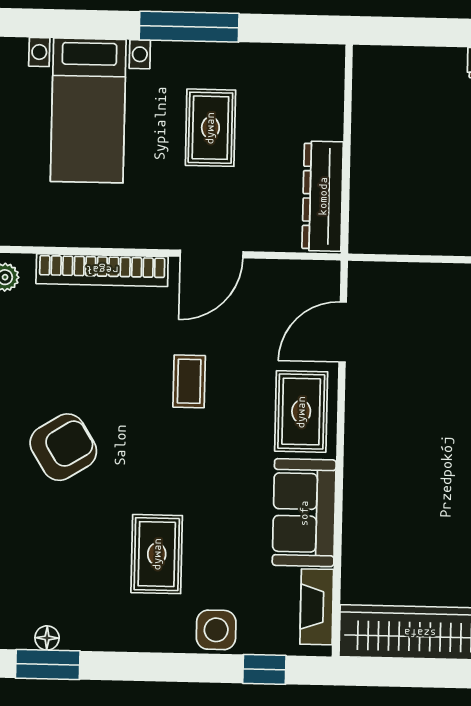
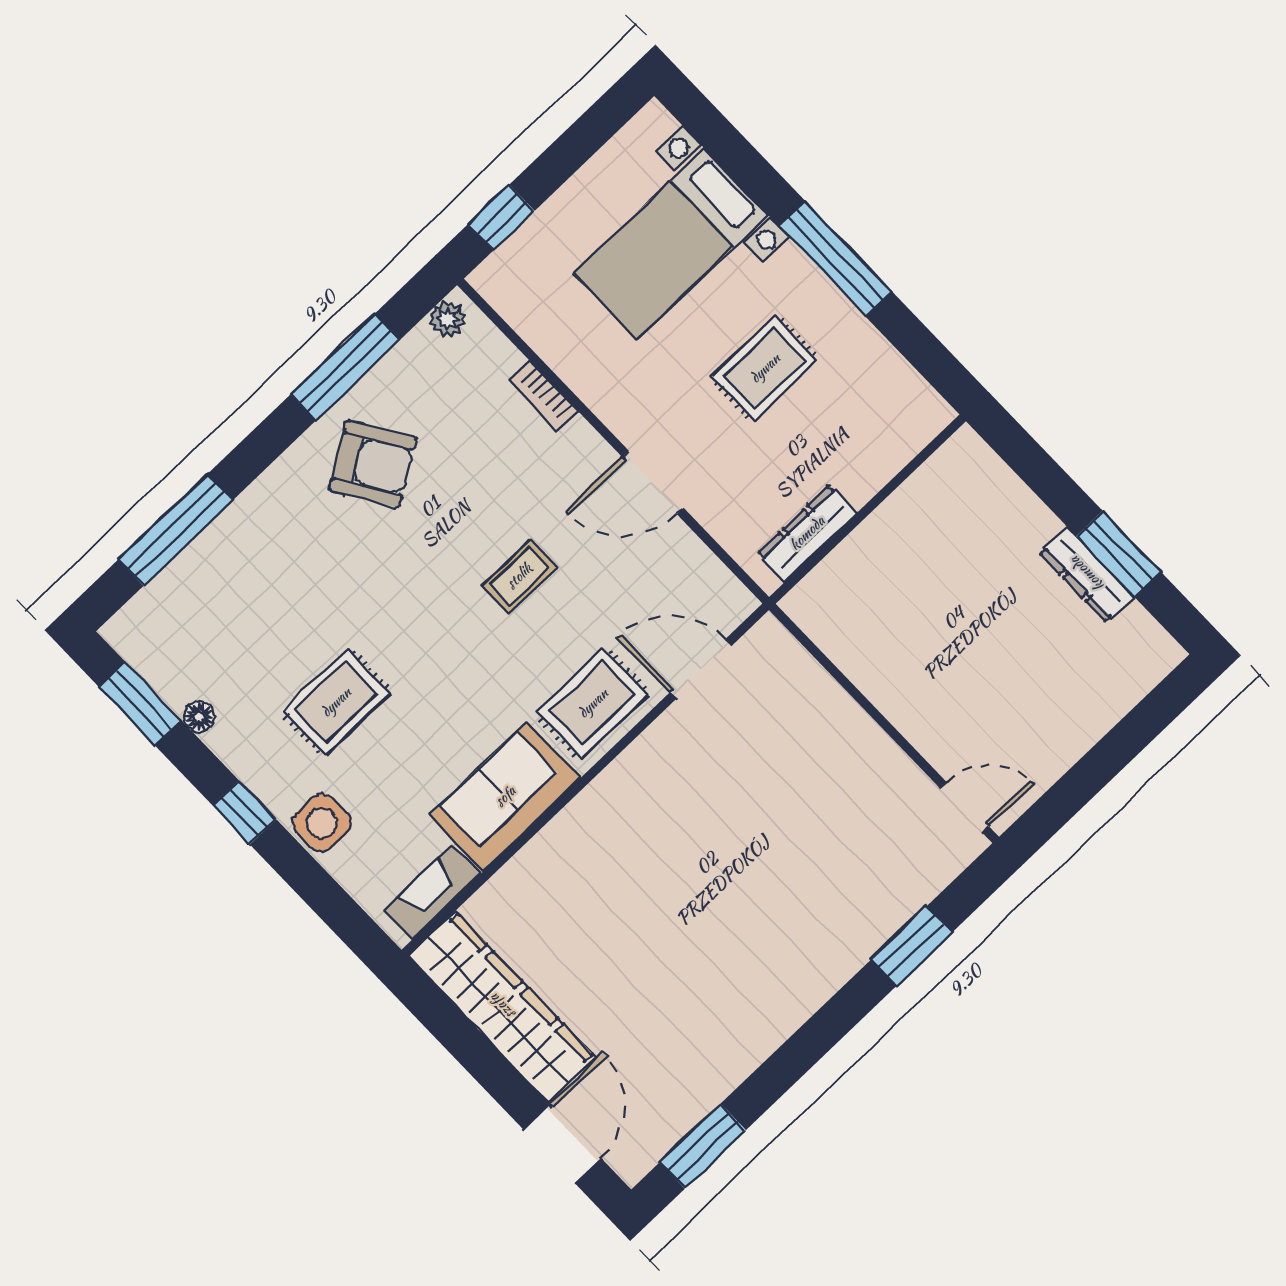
dresser: (323, 196) -> (807, 533), width x0.73, depth x0.80
bookcase: (102, 270) -> (544, 396), width x0.43, depth x0.76
armchair: (63, 447) -> (373, 464), moved
floor lamp: (47, 638) -> (199, 717), moved
window: (264, 669) -> (244, 812), moved

